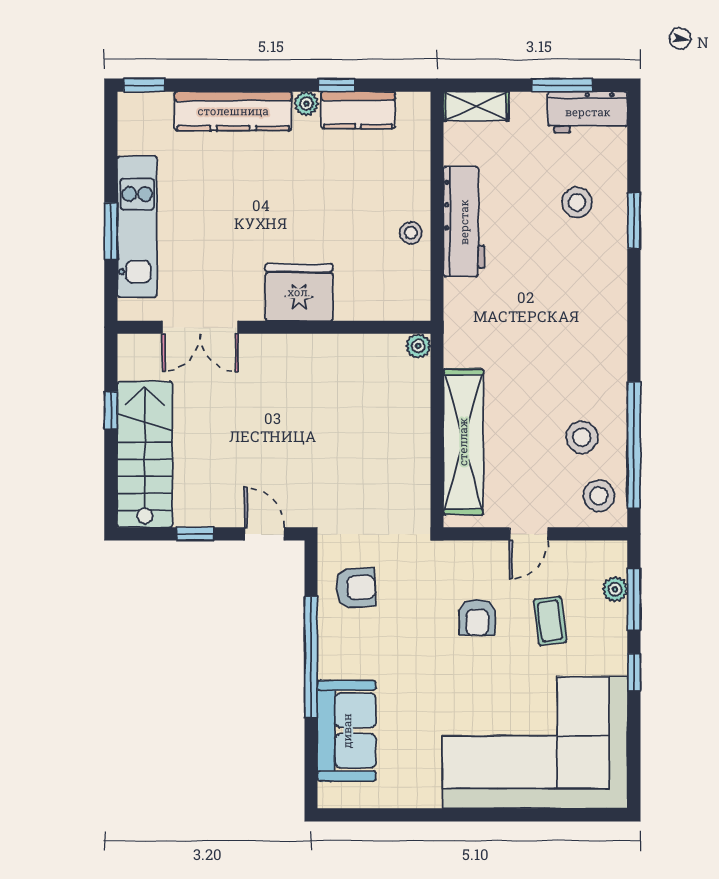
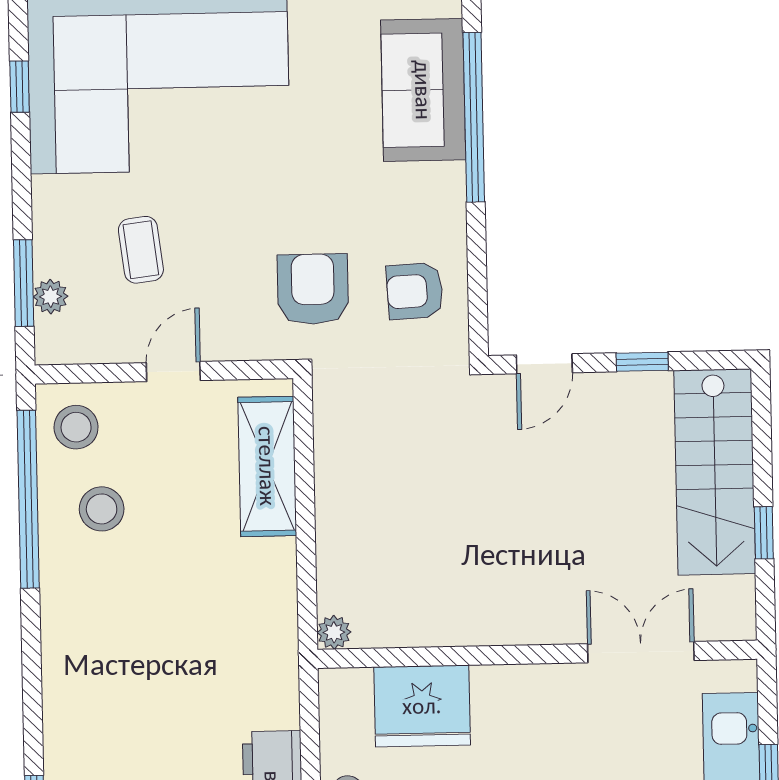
fridge: (299, 292) -> (422, 706), moved
shelving: (463, 442) -> (267, 466), width x0.68
door: (265, 534) -> (544, 364), hinge flipped
armchair: (477, 617) -> (313, 289), moved, width x1.38, depth x1.38
window: (311, 657) -> (474, 117), moved
window: (634, 672) -> (20, 87), moved

